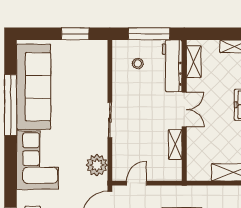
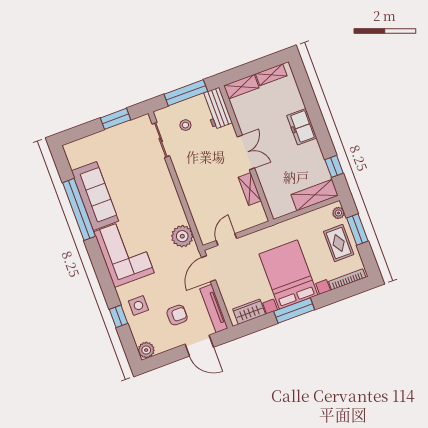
shelving: (194, 62) -> (241, 87), moved, turned 90
workbench: (172, 66) -> (217, 108), width x0.73
sofa: (34, 87) -> (95, 196), width x0.74, depth x0.79
sliding door: (110, 120) -> (161, 140), moved

